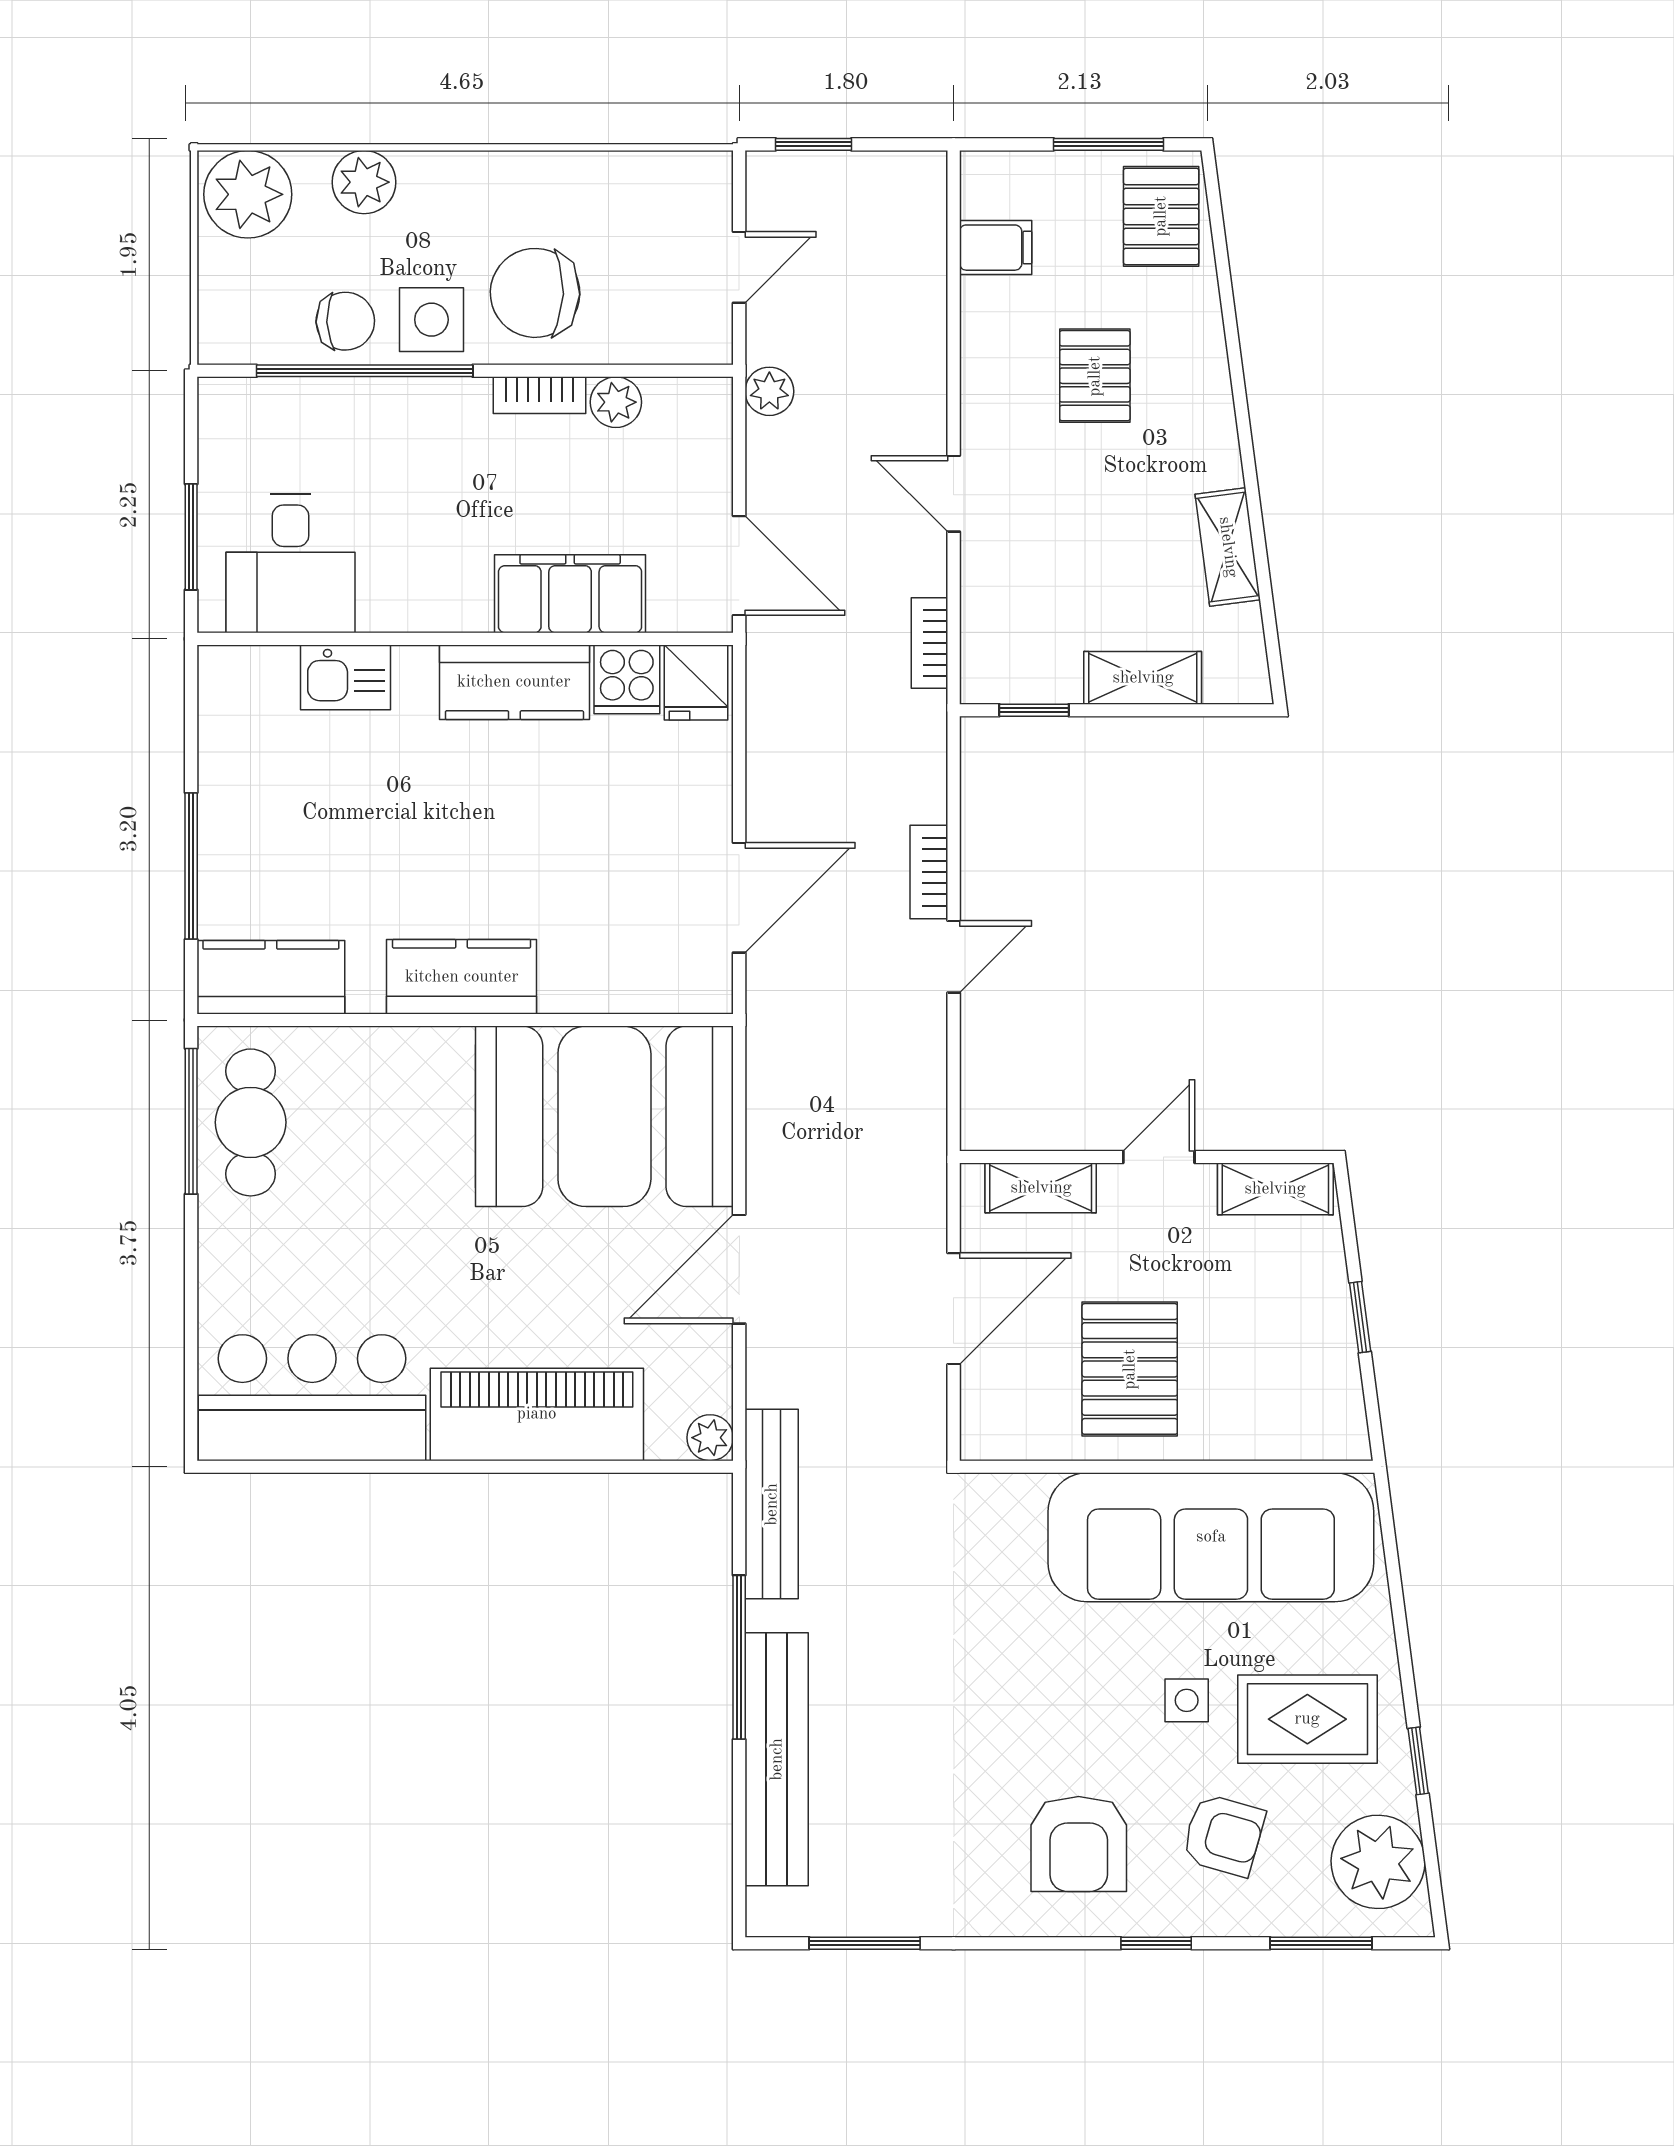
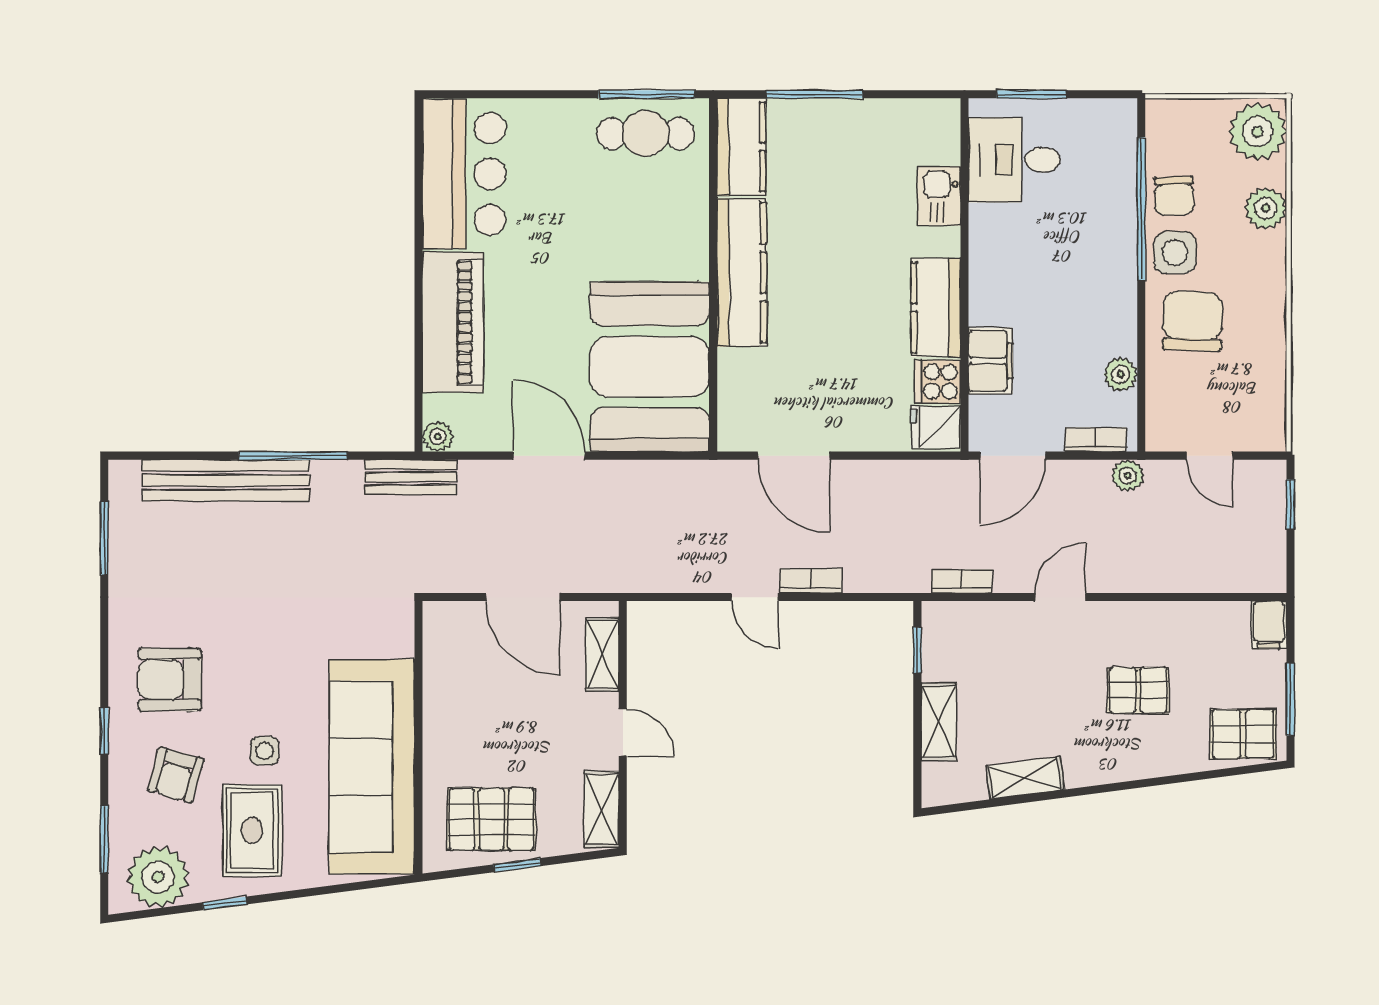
filing cabinet: (996, 248) -> (1269, 625), moved
bookcase: (539, 395) -> (1096, 440), moved, turned 90
filing cabinet: (570, 594) -> (991, 361), width x0.67, depth x0.86
kitchen counter: (462, 977) -> (742, 273), width x1.50
pallet: (1130, 1369) -> (491, 819), moved
bench: (772, 1504) -> (411, 477), width x0.73

